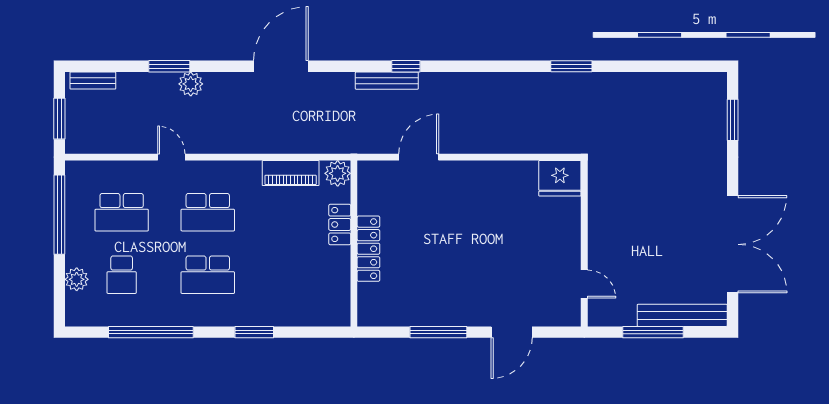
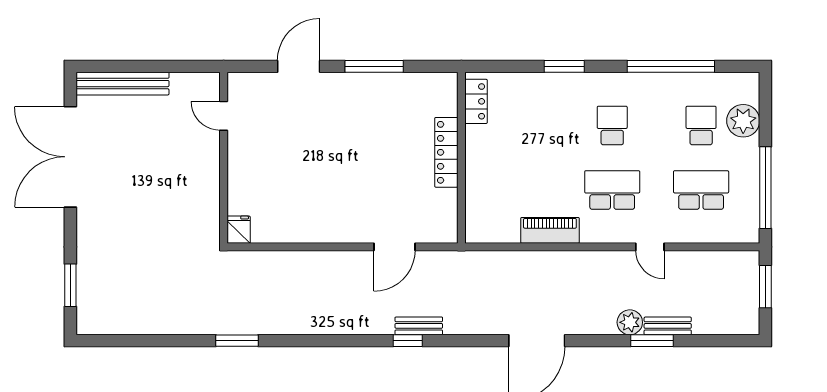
bench: (93, 80) -> (668, 326), moved
bench: (387, 81) -> (419, 326), width x0.73
piano: (291, 173) -> (550, 230), moved
plant: (338, 173) -> (478, 230), removed
fridge: (560, 178) -> (239, 230), width x0.53, depth x0.75
locker: (340, 225) -> (476, 101), moved
school desk: (208, 275) -> (612, 125), width x0.54
plant: (77, 279) -> (743, 121), width x1.36, depth x1.36
window: (653, 332) -> (153, 66), removed

